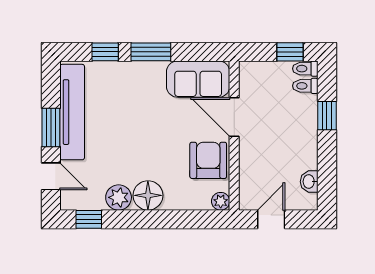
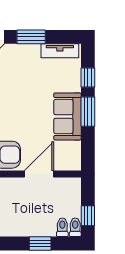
sofa: (198, 79) -> (67, 117), moved
tv unit: (72, 112) -> (60, 51), width x0.52, depth x0.78

